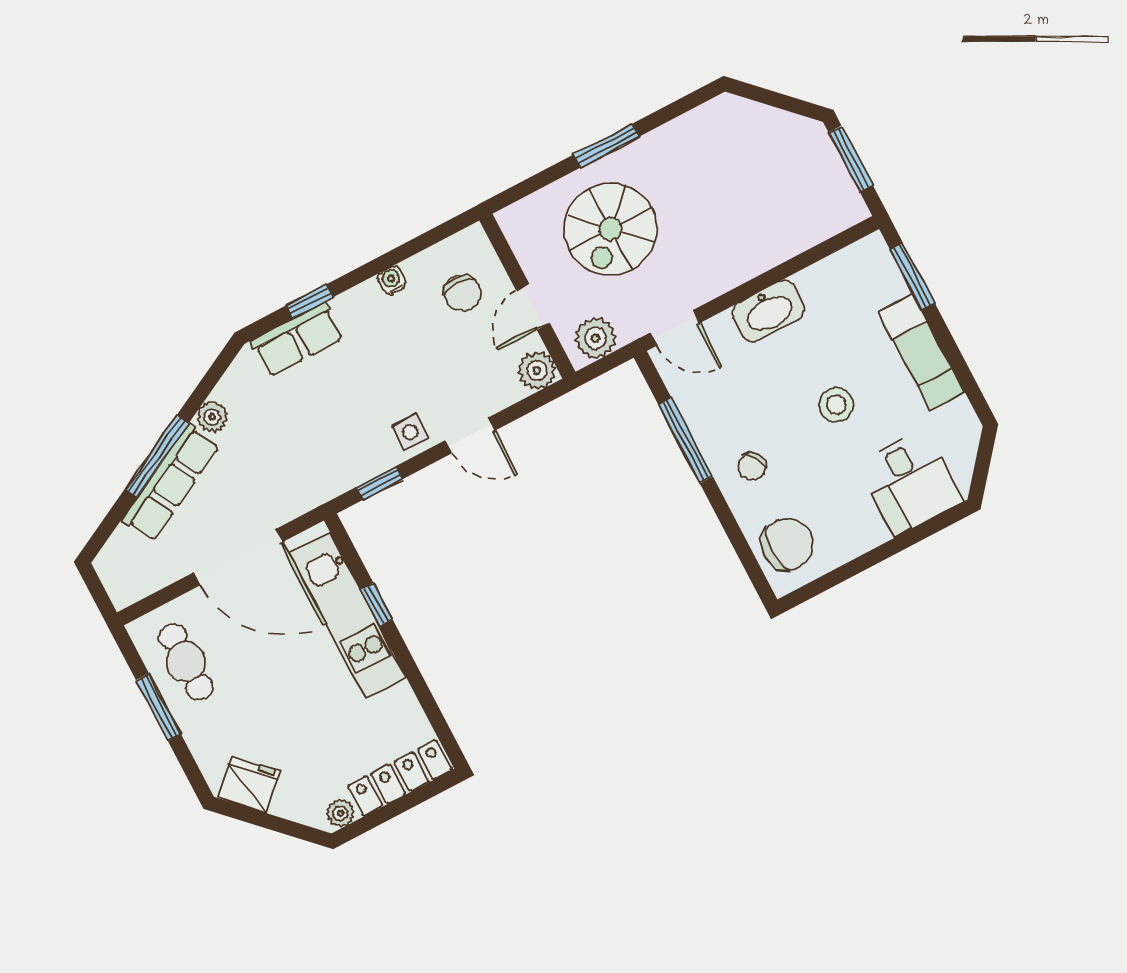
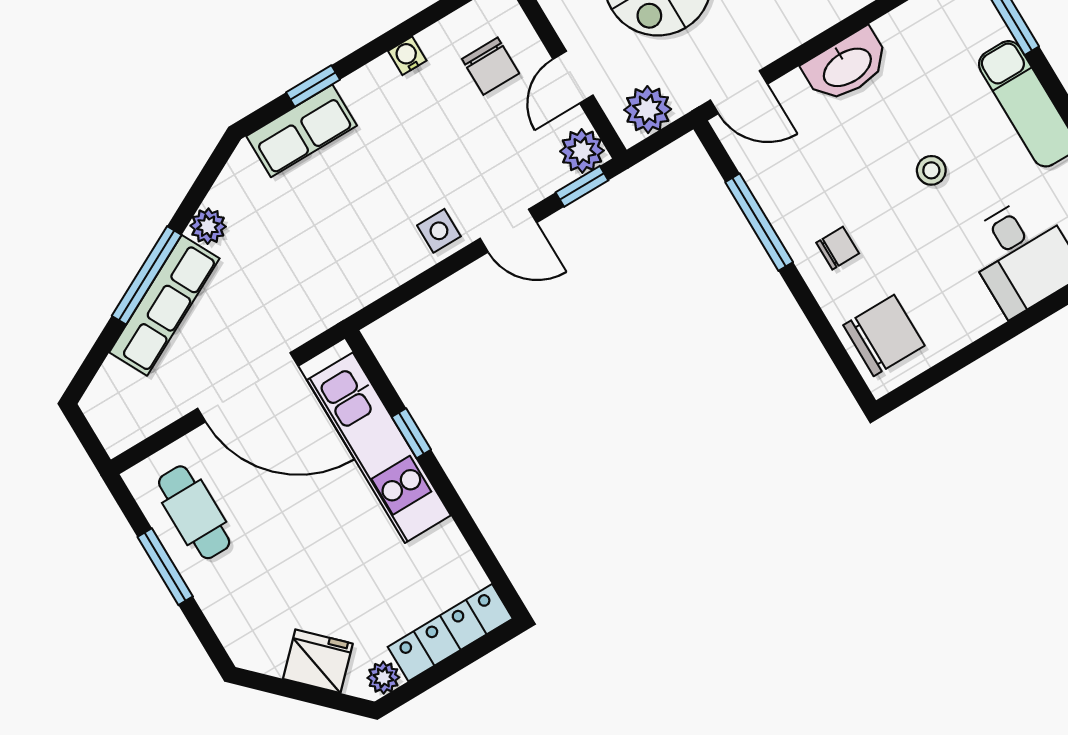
stool: (836, 405) -> (931, 170), width x0.73, depth x0.73
chair: (752, 467) -> (838, 248), turned -146
window: (380, 483) -> (582, 186), moved
fridge: (249, 785) -> (318, 661), moved

